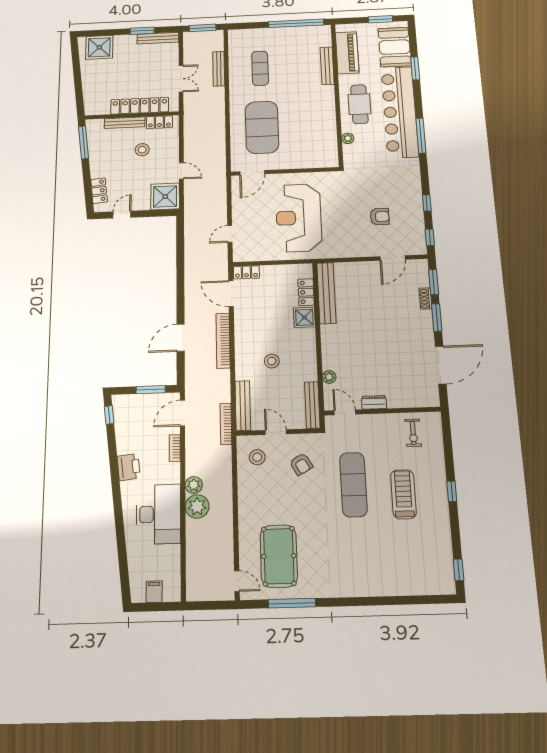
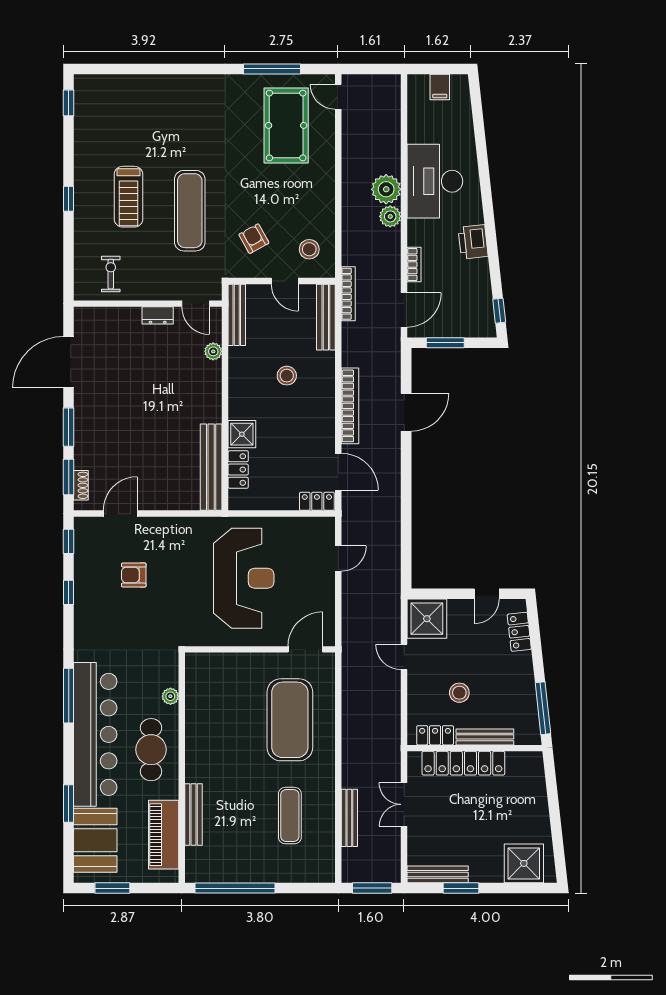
shoe rack: (426, 299) -> (81, 485), moved

